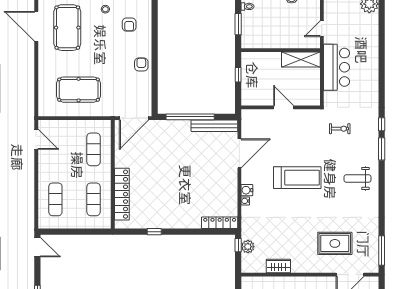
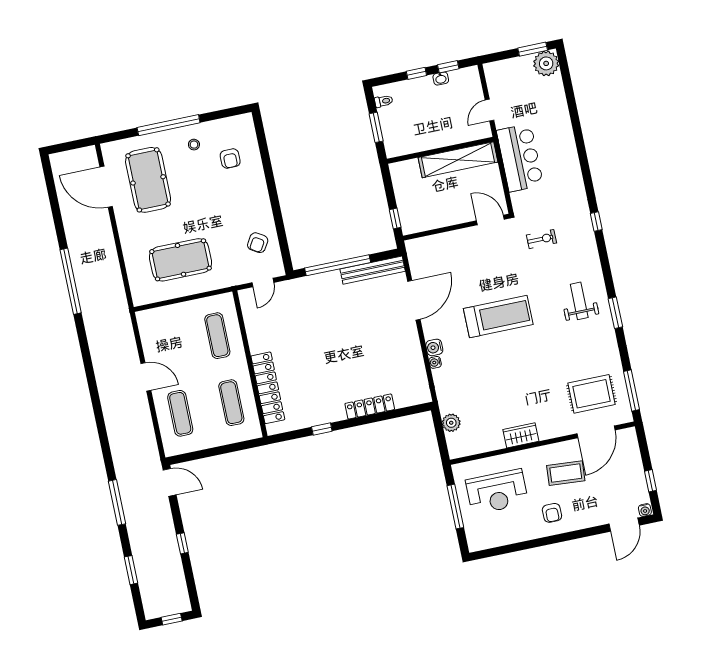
shelving: (301, 60) -> (458, 160), width x1.47
armchair: (141, 64) -> (258, 243), moved, turned -148
window: (238, 75) -> (395, 219), moved
door: (284, 107) -> (490, 220), moved
door: (134, 118) -> (263, 283), width x0.53
door: (36, 139) -> (146, 377), moved
window: (382, 149) -> (615, 313), moved
weight bench: (358, 178) -> (579, 301), turned 90
locker: (220, 223) -> (370, 407), moved
rug: (335, 243) -> (592, 394), moved
window: (238, 245) -> (438, 424), removed
wardrobe: (278, 266) -> (521, 435), moved

